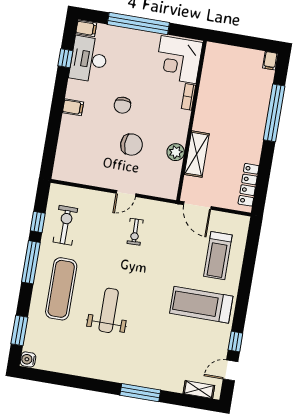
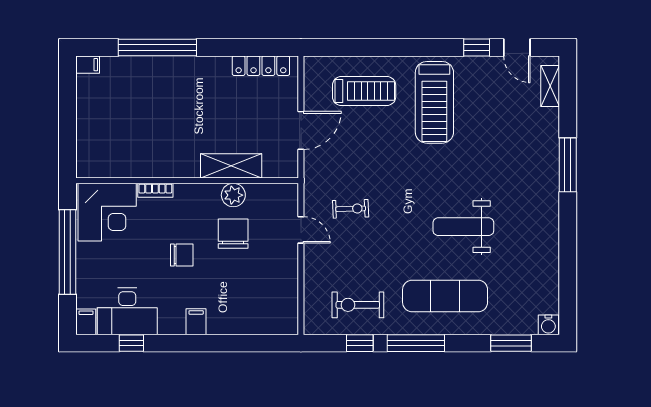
corner desk: (179, 60) -> (107, 212), moved
bookcase: (189, 97) -> (155, 190), moved
wall: (192, 121) -> (187, 181), moved
plant: (176, 152) -> (233, 195), moved
shelving: (197, 154) -> (231, 166), moved

